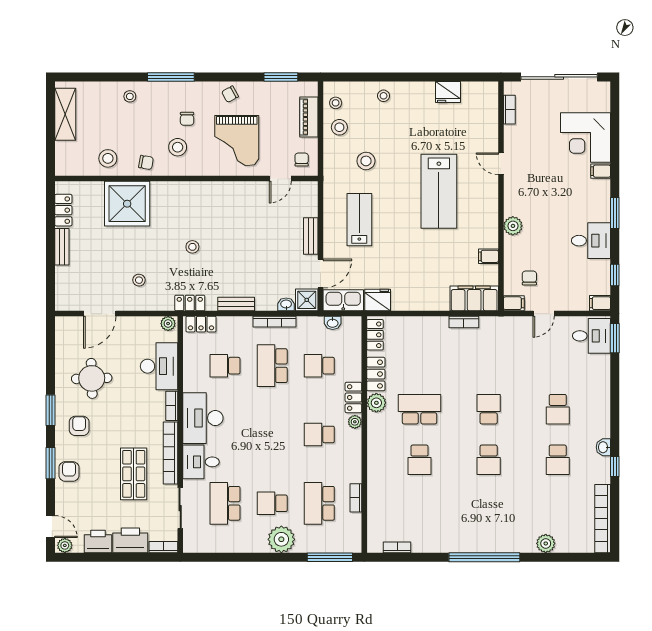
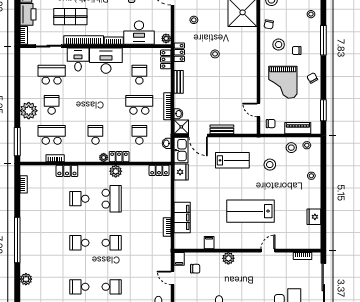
grand piano: (237, 141) -> (283, 82), turned -90
filing cabinet: (474, 298) -> (182, 217), moved
locker: (376, 374) -> (67, 171), moved
school desk: (558, 409) -> (112, 287), turned 180

